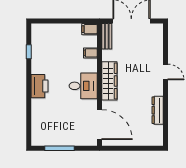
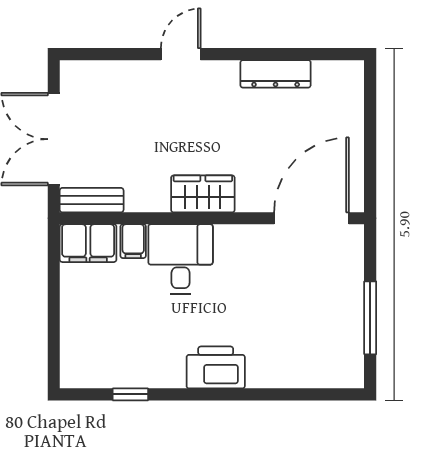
filing cabinet: (90, 29) -> (88, 243), width x2.00
wardrobe: (109, 81) -> (203, 194), width x0.67
desk: (83, 86) -> (181, 259), moved

